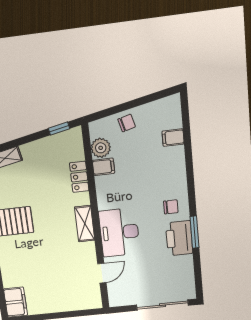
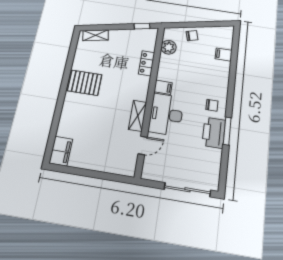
filing cabinet: (104, 167) -> (163, 87), moved
shelving: (85, 224) -> (138, 116), moved

